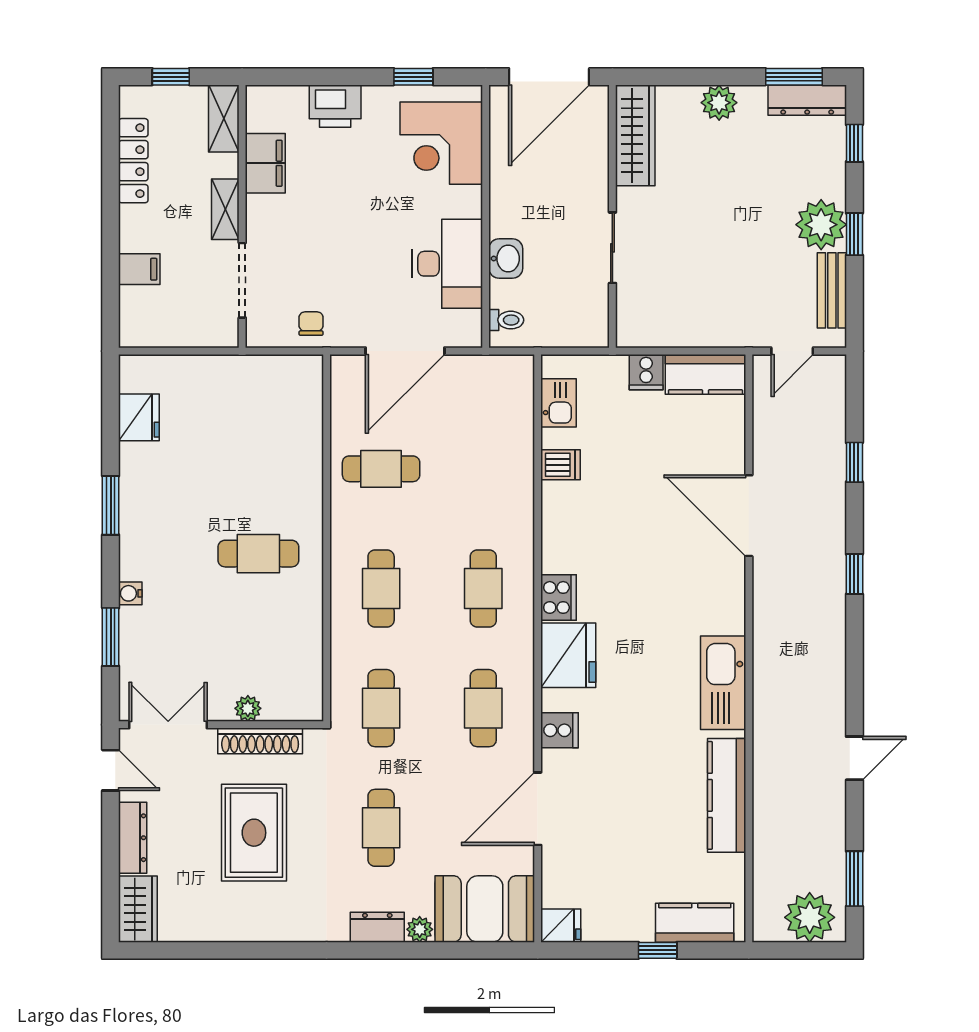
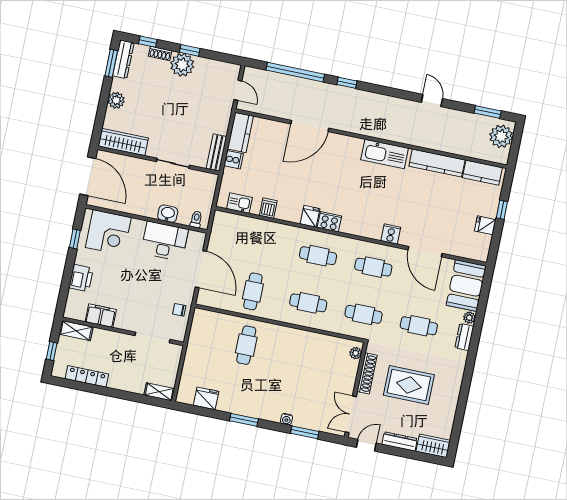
shoe rack: (835, 174) -> (160, 53), added
shelving: (225, 209) -> (159, 392), moved
filing cabinet: (139, 269) -> (138, 384), removed
bench: (832, 290) -> (216, 153), moved, turned 90
window: (854, 462) -> (295, 72), width x3.17
cafe table: (258, 554) -> (246, 345), moved
fridge: (568, 655) -> (310, 216), moved, width x0.53, depth x0.75
plant: (248, 708) -> (356, 353), moved
kitchen counter: (695, 923) -> (482, 173), moved, turned -90
fridge: (561, 926) -> (485, 225), moved, turned -90

